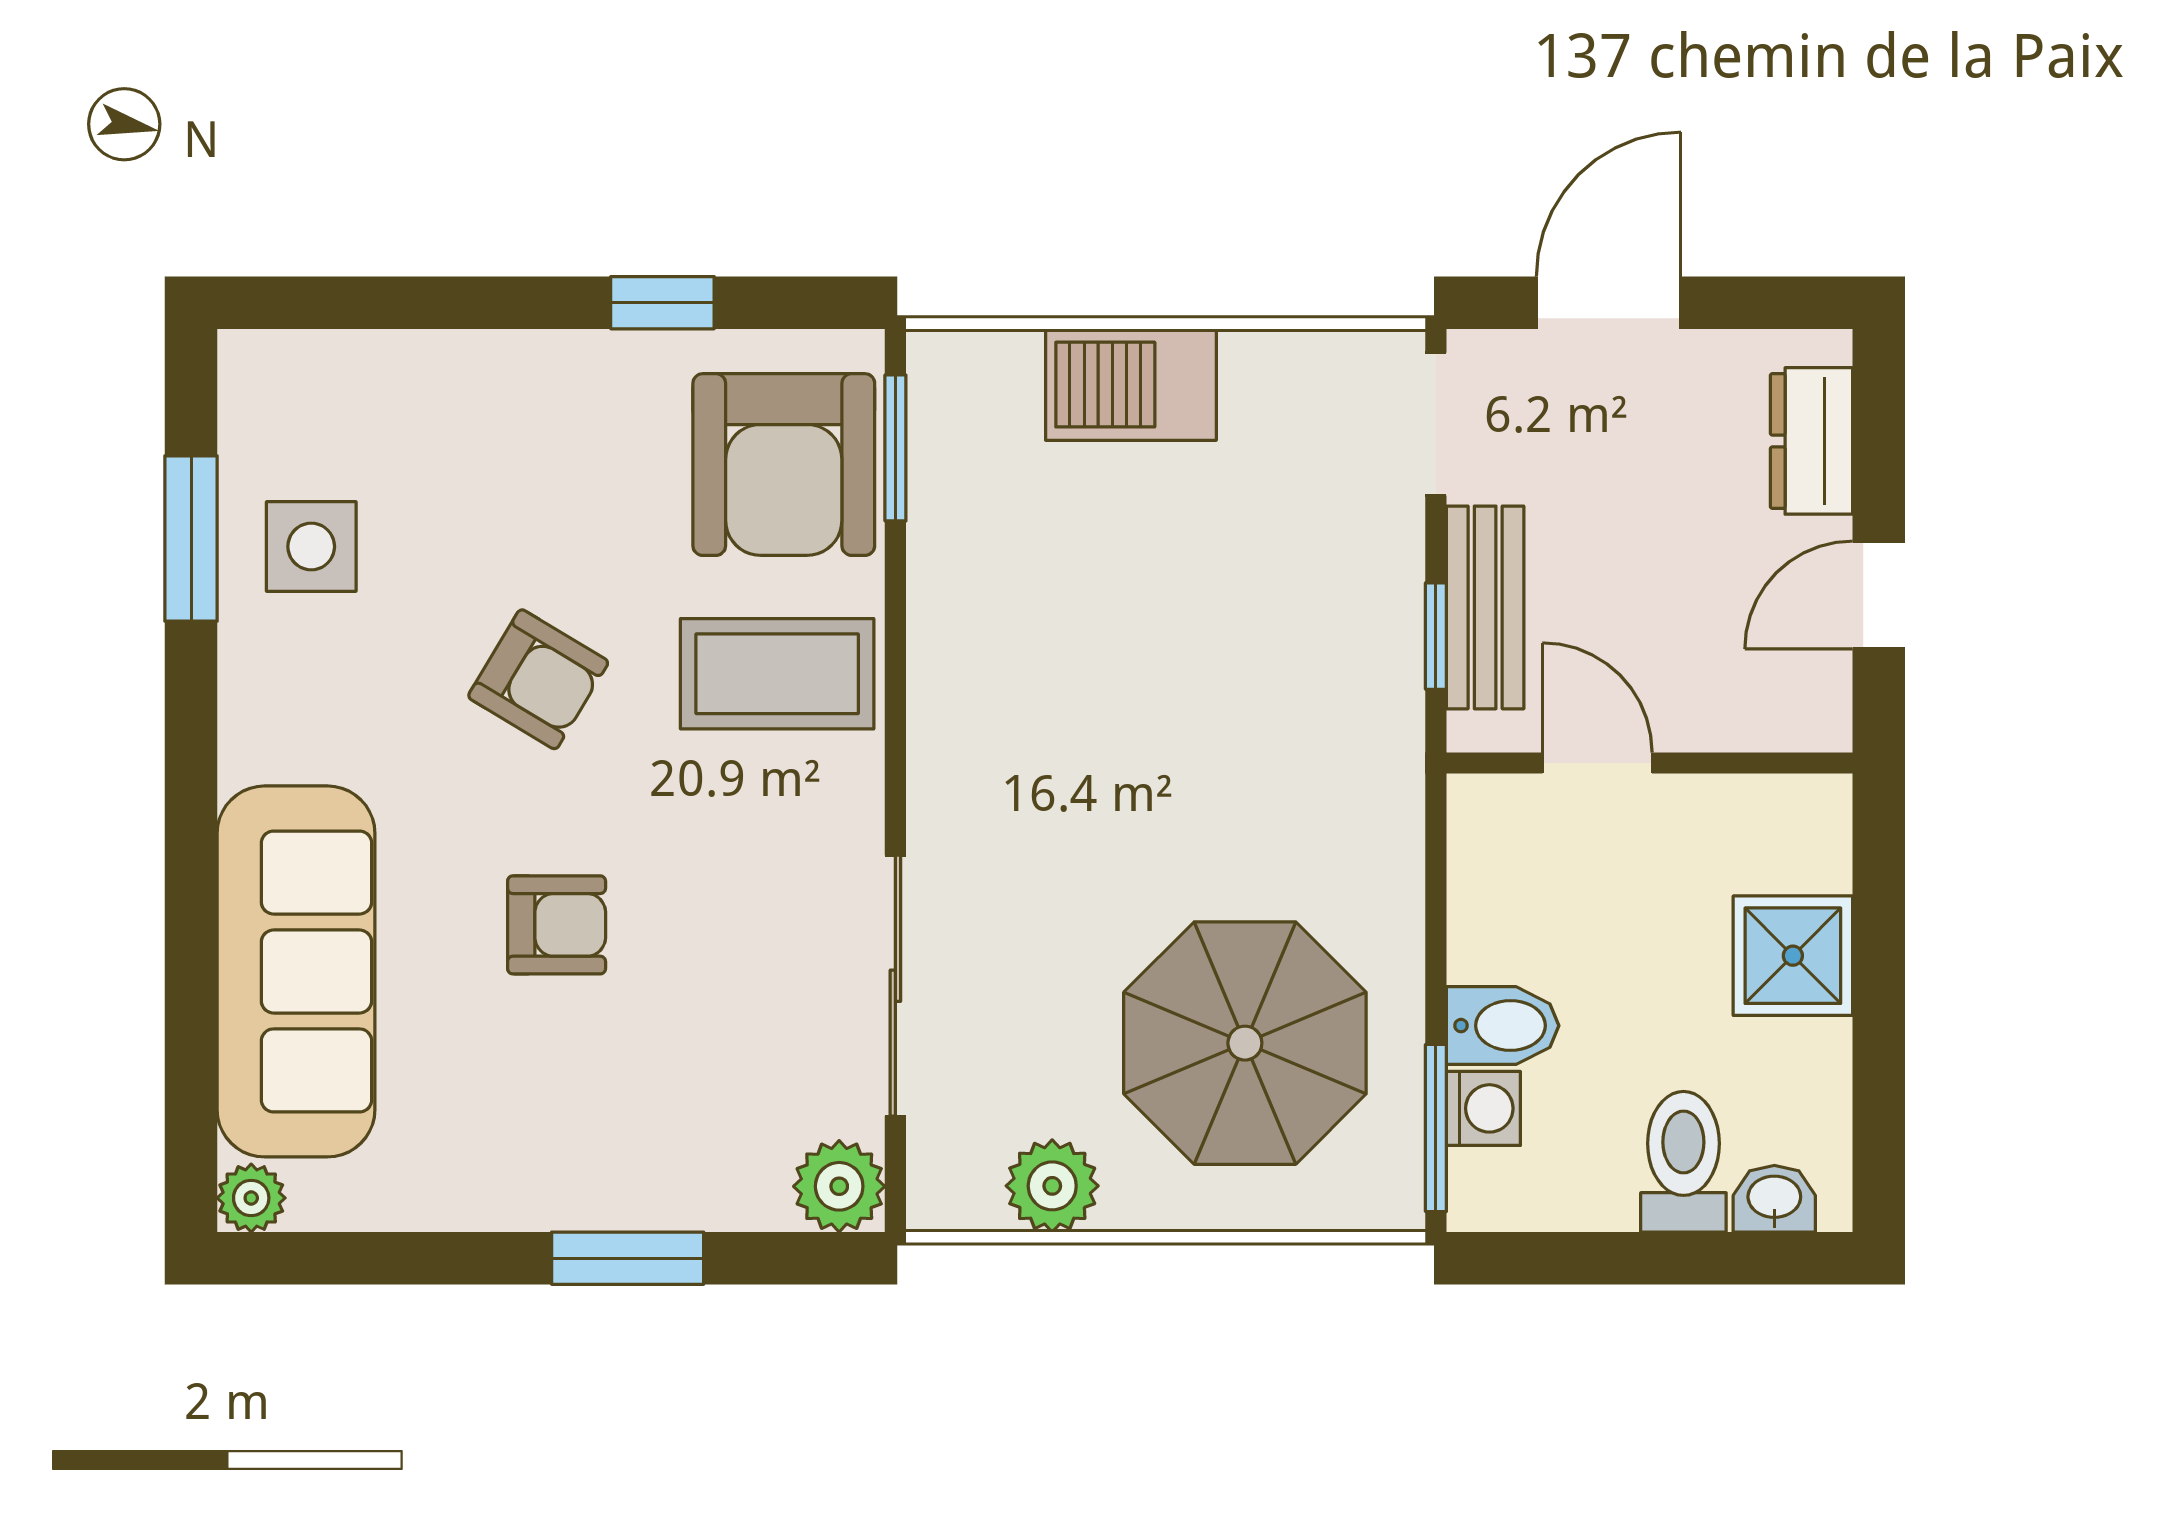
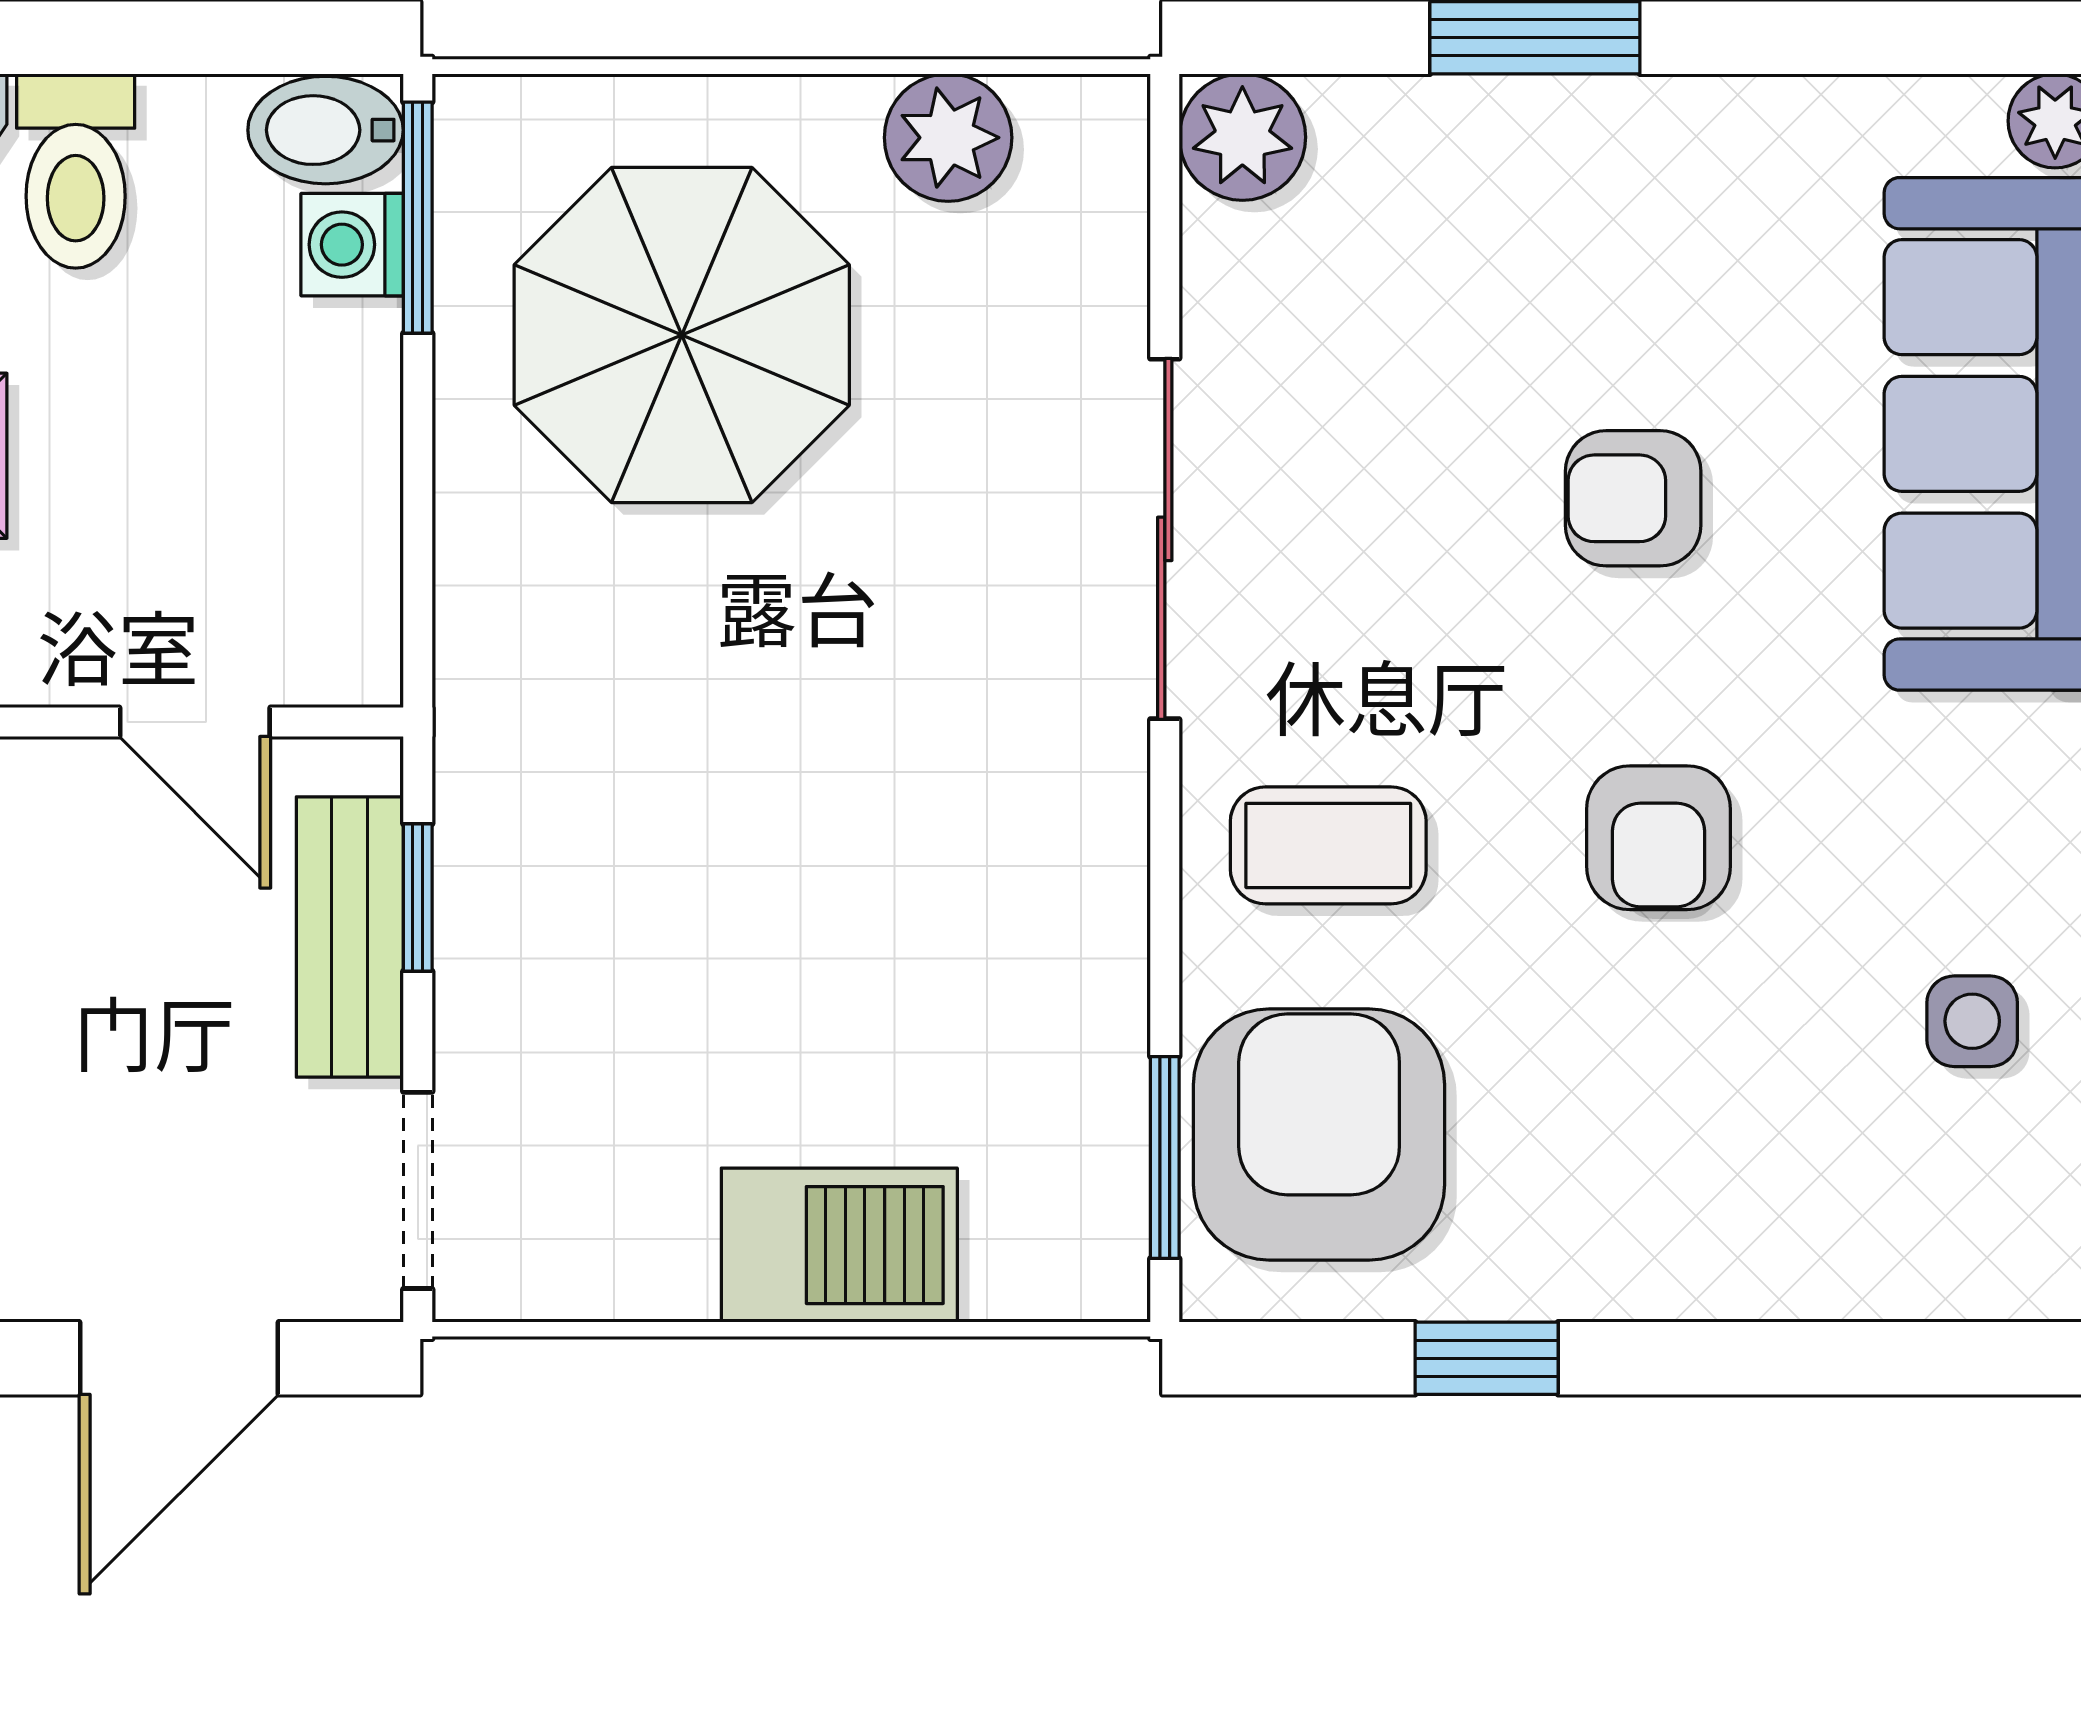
side table: (311, 547) -> (1972, 1021), width x0.73, depth x0.73
coffee table: (777, 674) -> (1328, 845), width x0.73, depth x0.77
armchair: (538, 679) -> (1658, 838), turned -121
sliding door: (895, 986) -> (1165, 539), moved
bidet: (1503, 1026) -> (326, 130), moved

